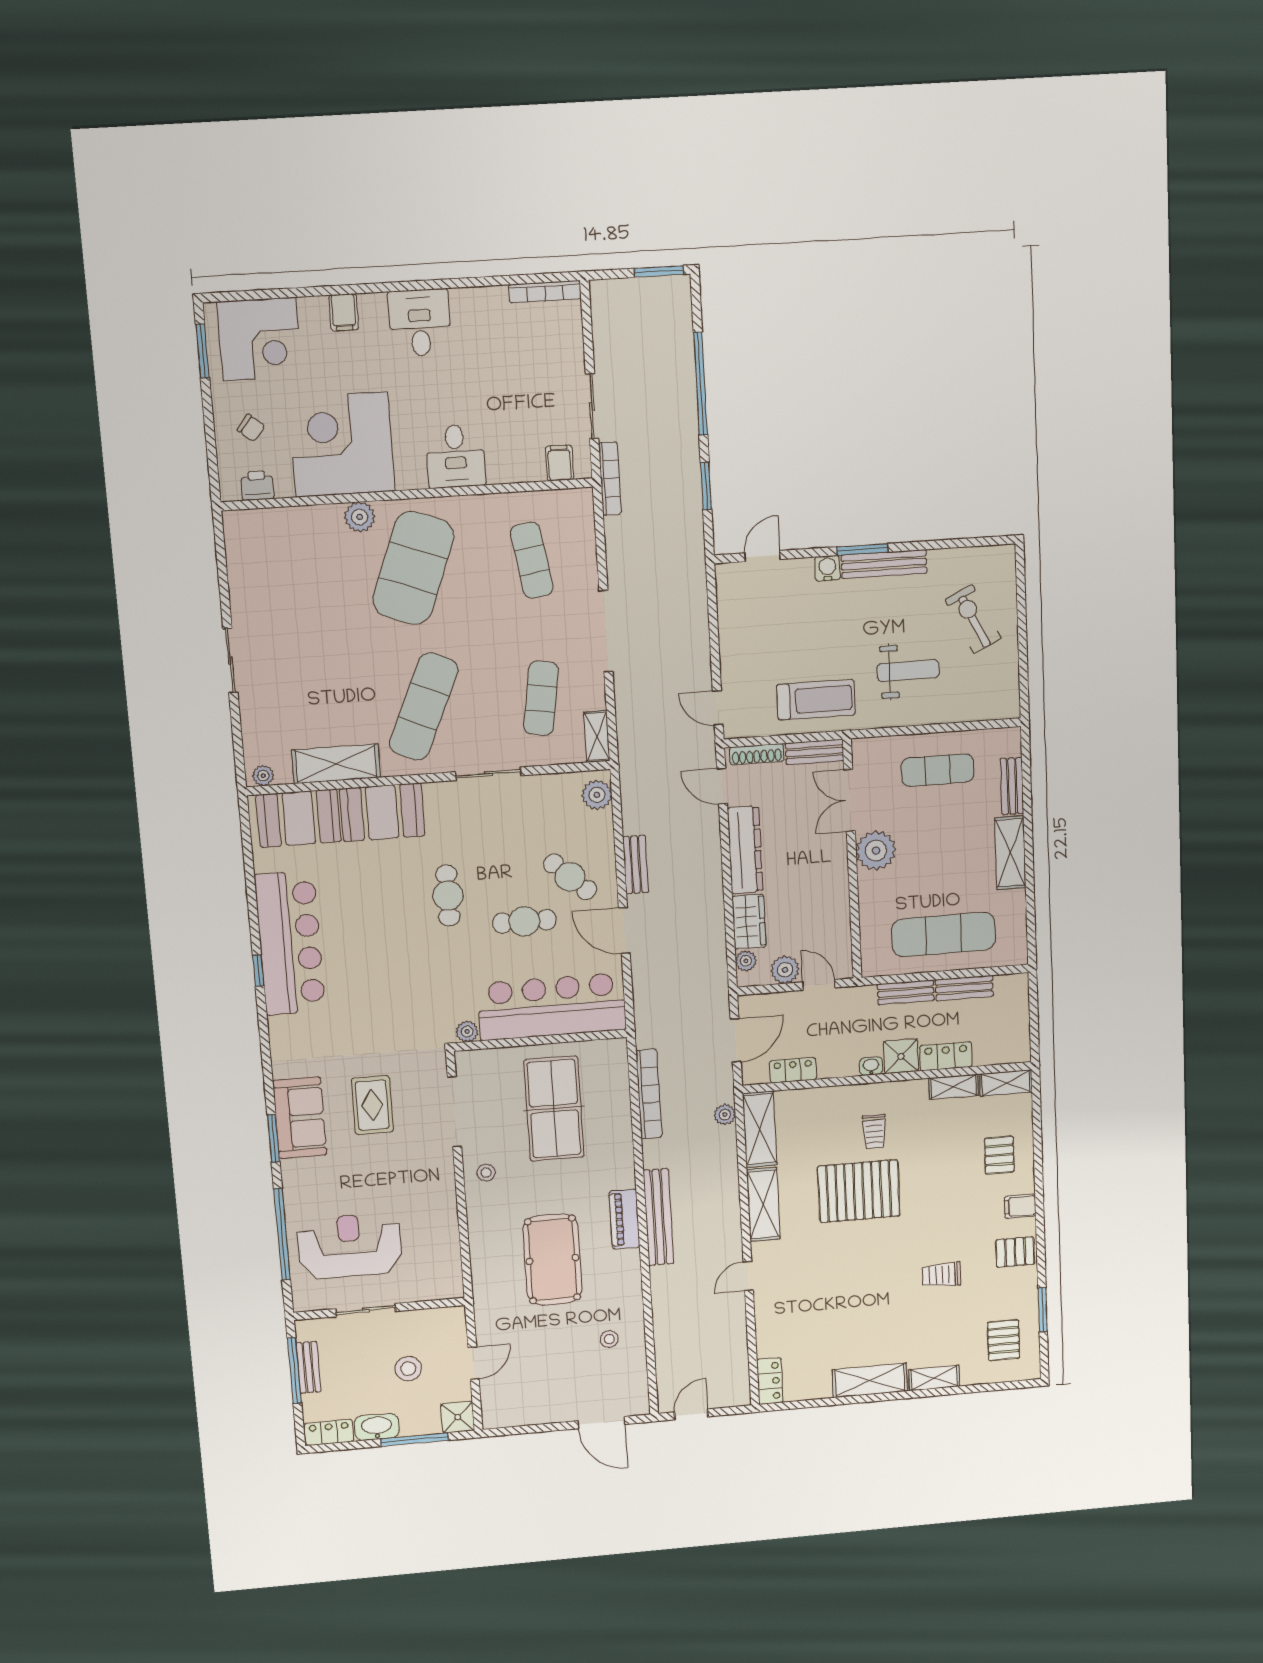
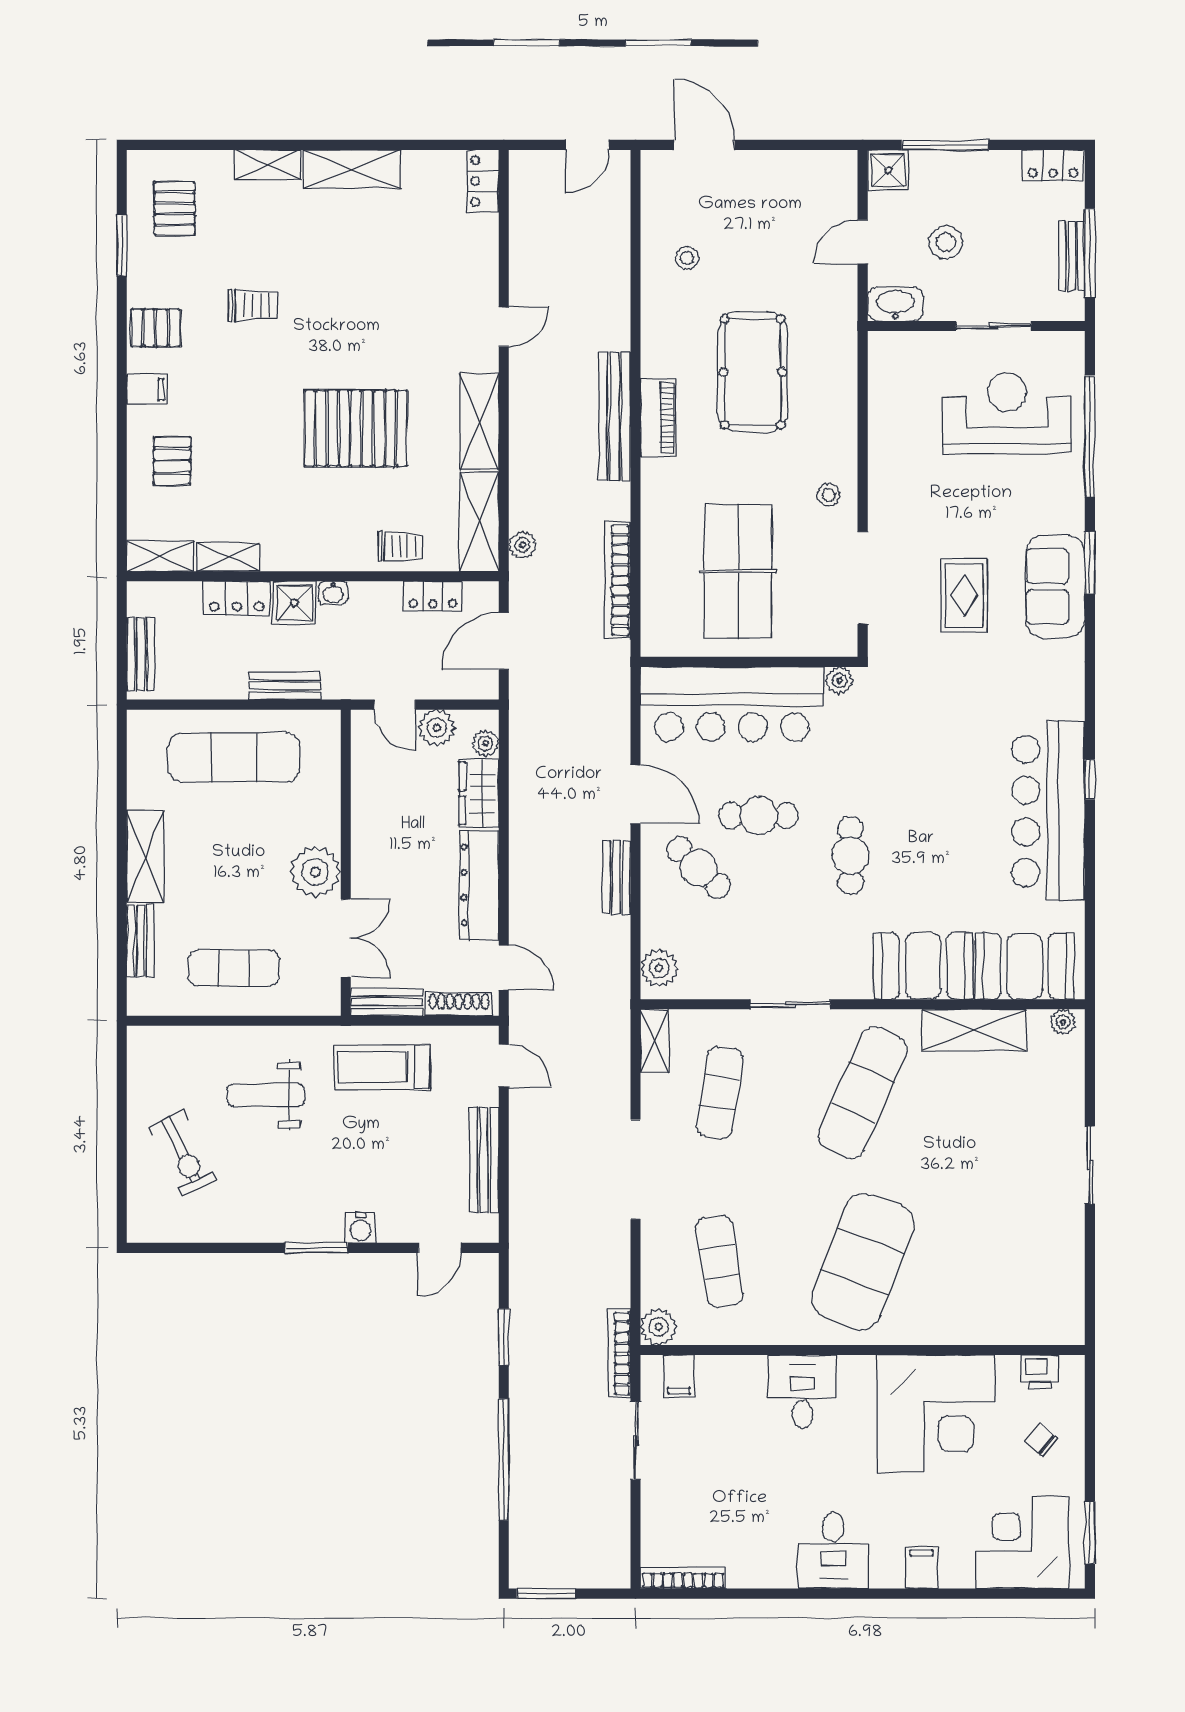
plant: (360, 517) -> (659, 1327), moved
bench: (884, 564) -> (484, 1160), moved, turned 90
bench: (964, 988) -> (141, 654), moved, turned 90
trolley: (874, 1132) -> (400, 546), moved, turned 90
reception desk: (350, 1246) -> (1007, 413), turned 180
washbasin: (377, 1427) -> (895, 304), moved, turned 180

